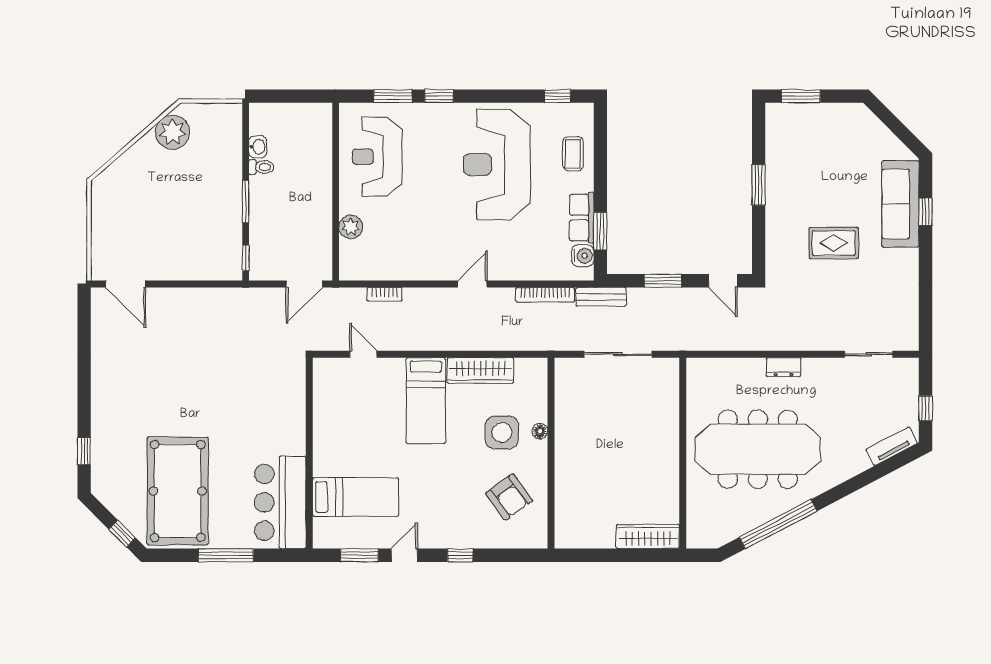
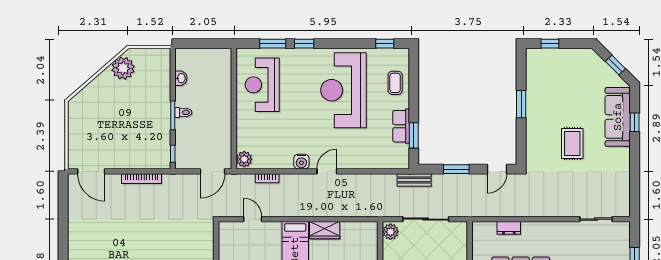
window: (801, 96) -> (550, 44), width x0.67
window: (897, 128) -> (615, 65), added
toilet: (261, 167) -> (183, 112), moved
plant: (351, 227) -> (244, 159), moved
rug: (834, 243) -> (572, 143), turned 90
water cooler: (583, 256) -> (301, 162), moved, turned 90
door: (723, 281) -> (497, 169), hinge flipped
bookcase: (545, 295) -> (141, 179), moved
dresser: (784, 367) -> (509, 228), moved
wardrobe: (480, 370) -> (325, 230), width x0.67
plant: (566, 373) -> (390, 232), added

